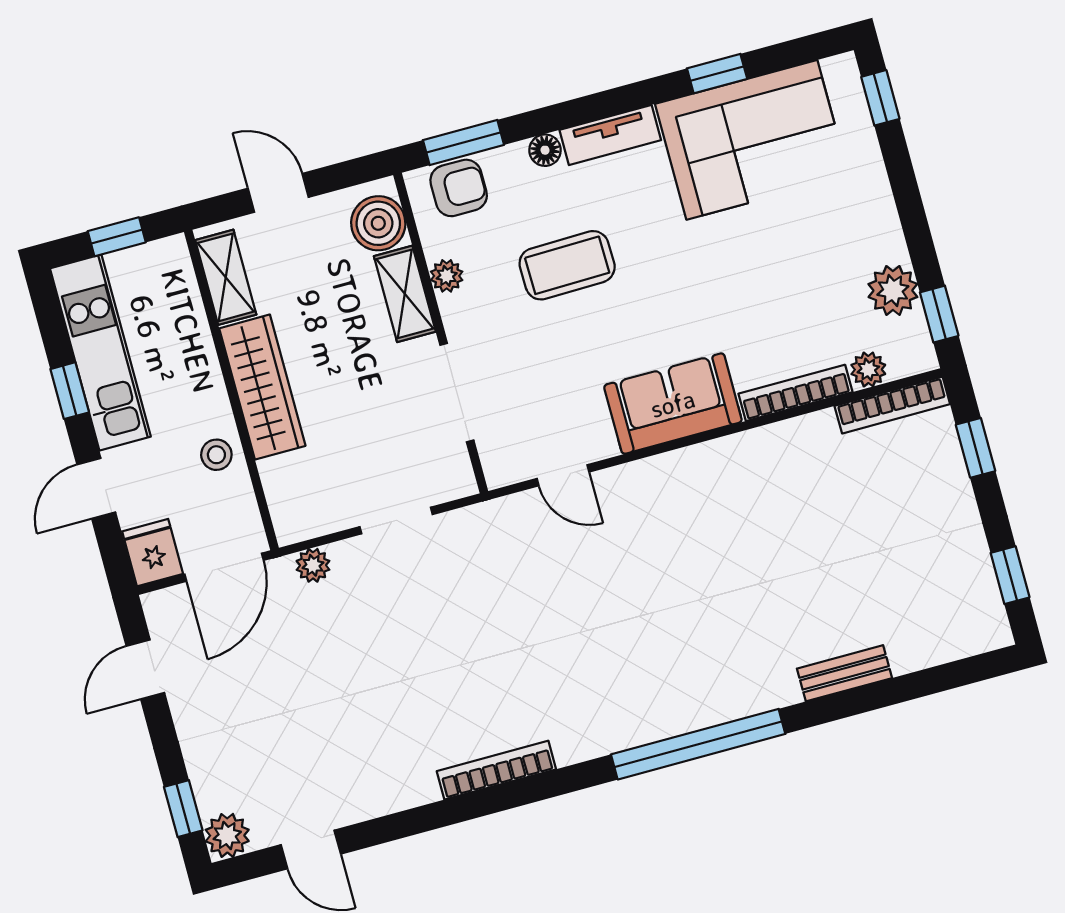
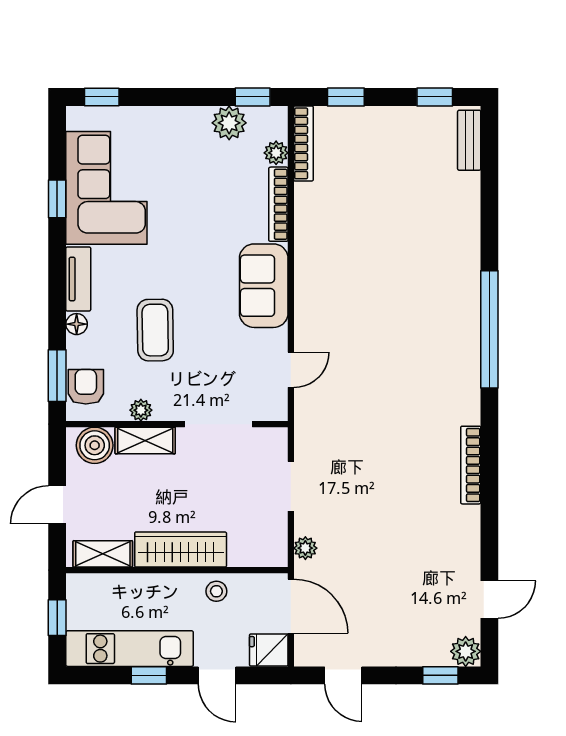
bench: (844, 673) -> (469, 140), moved

